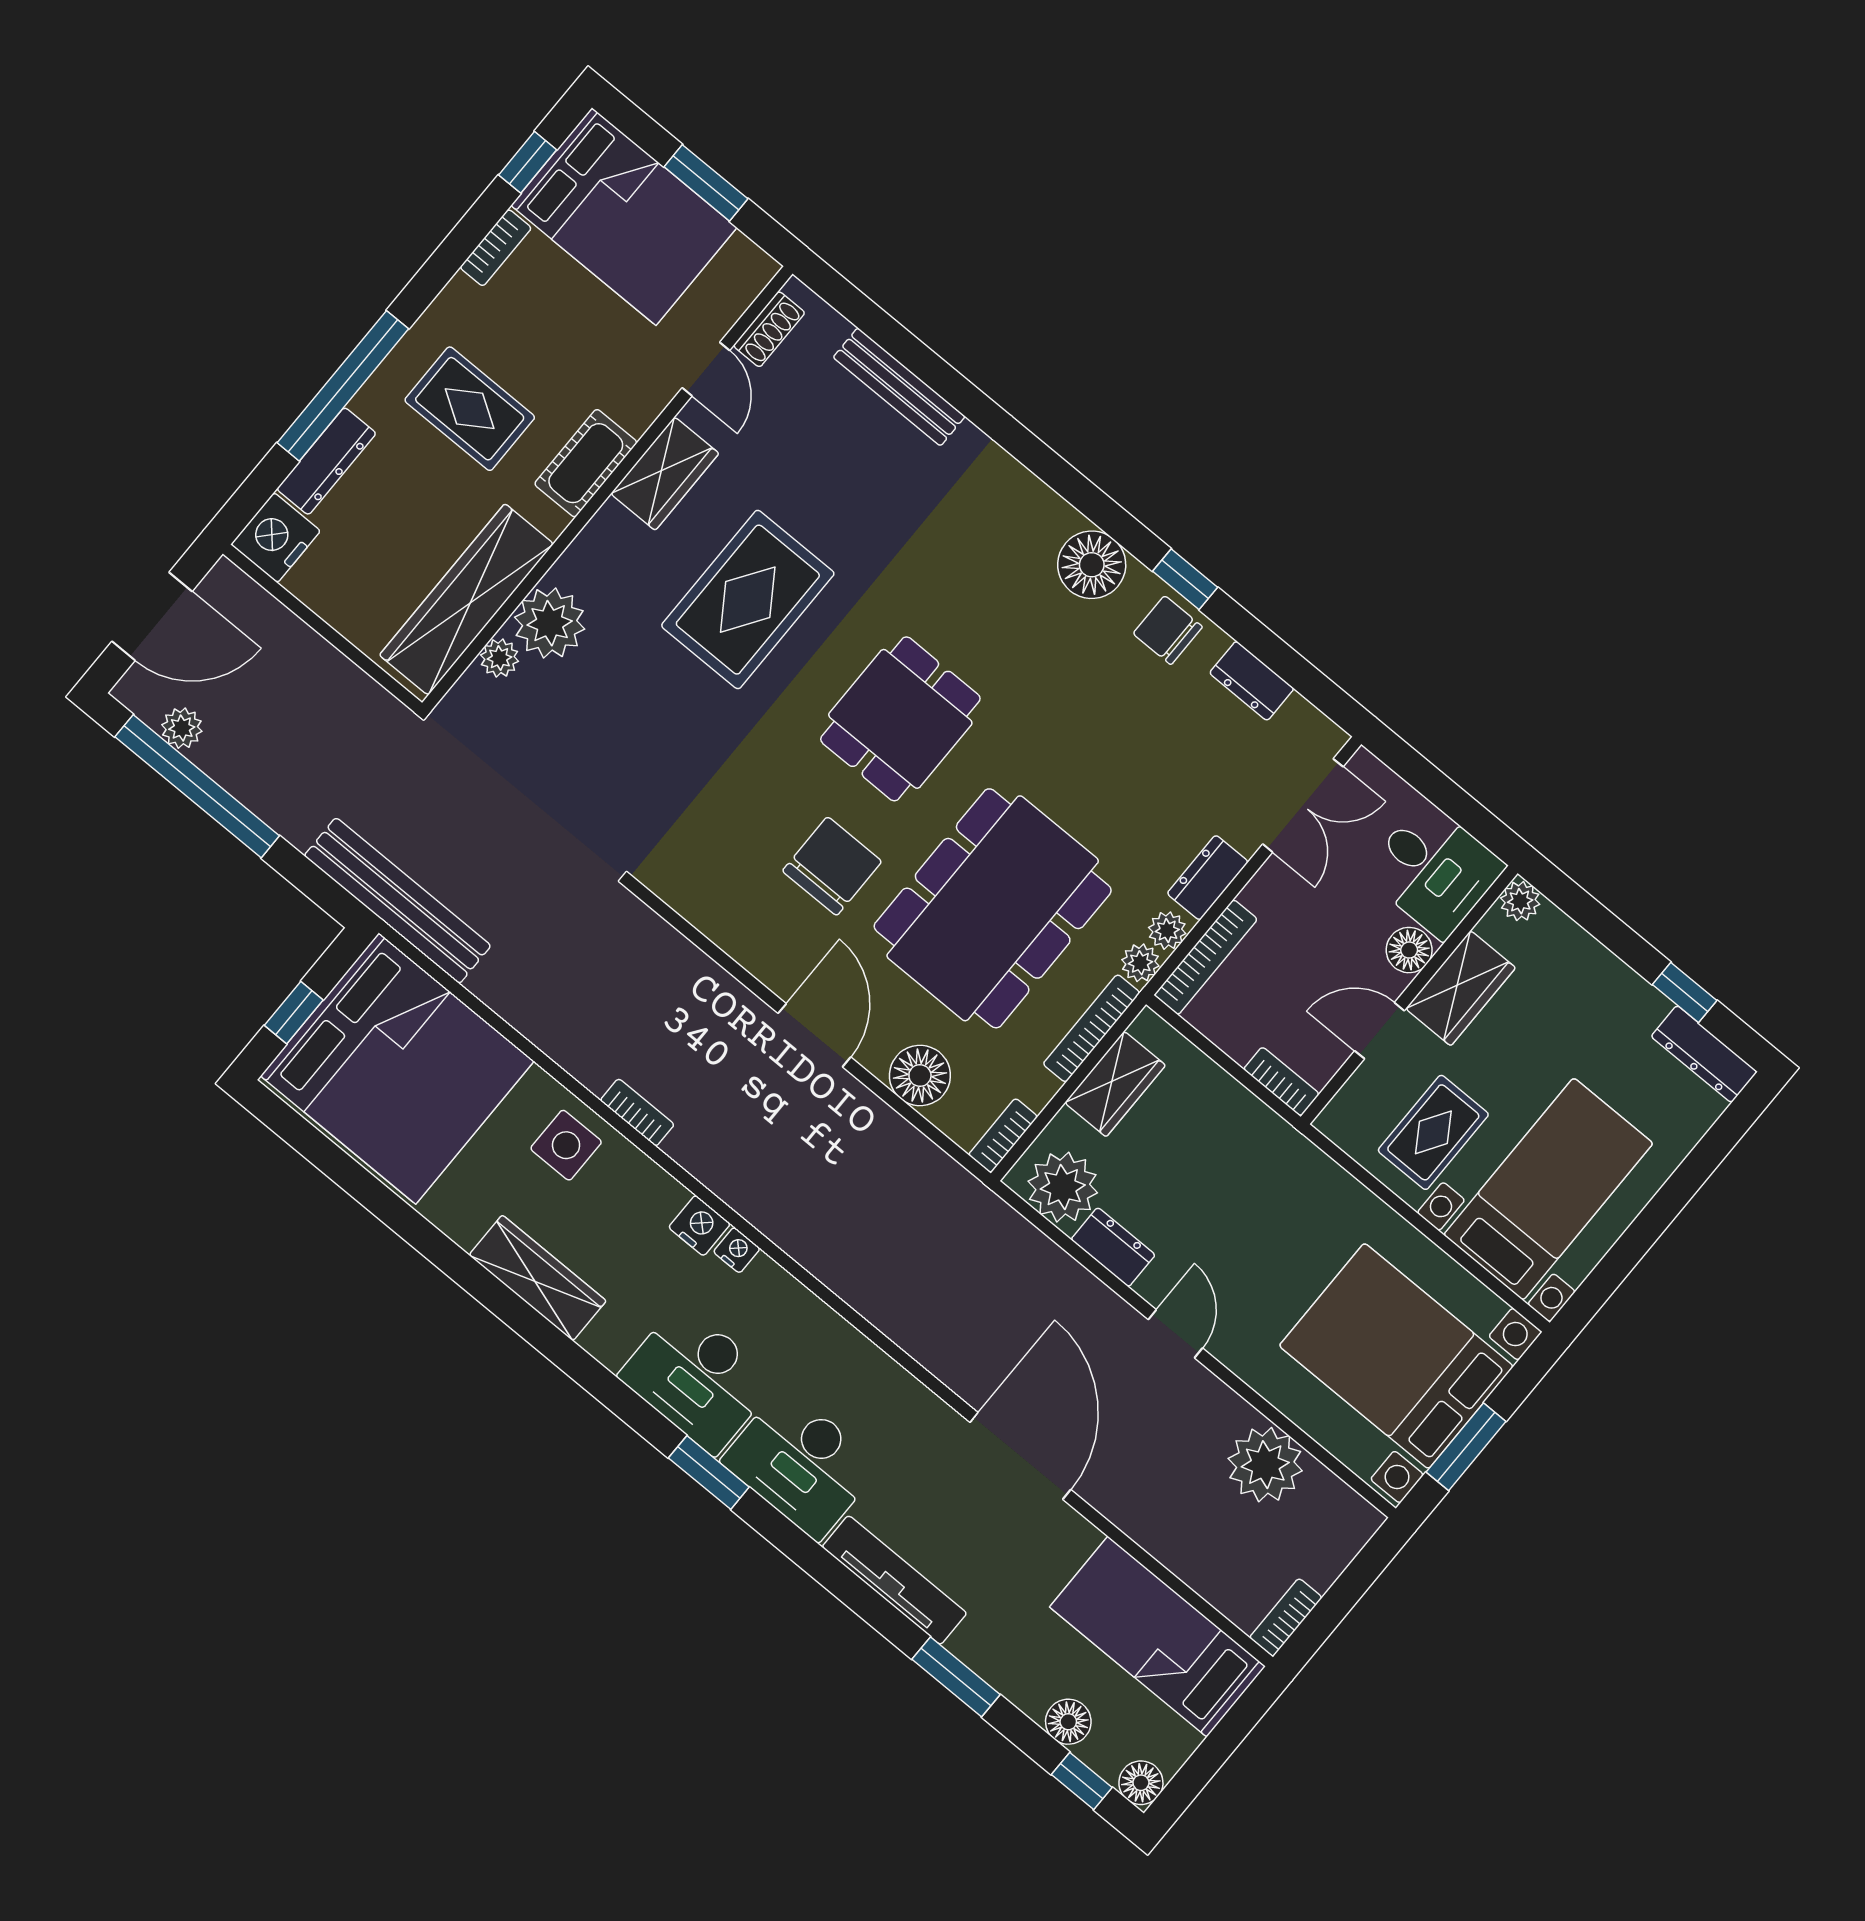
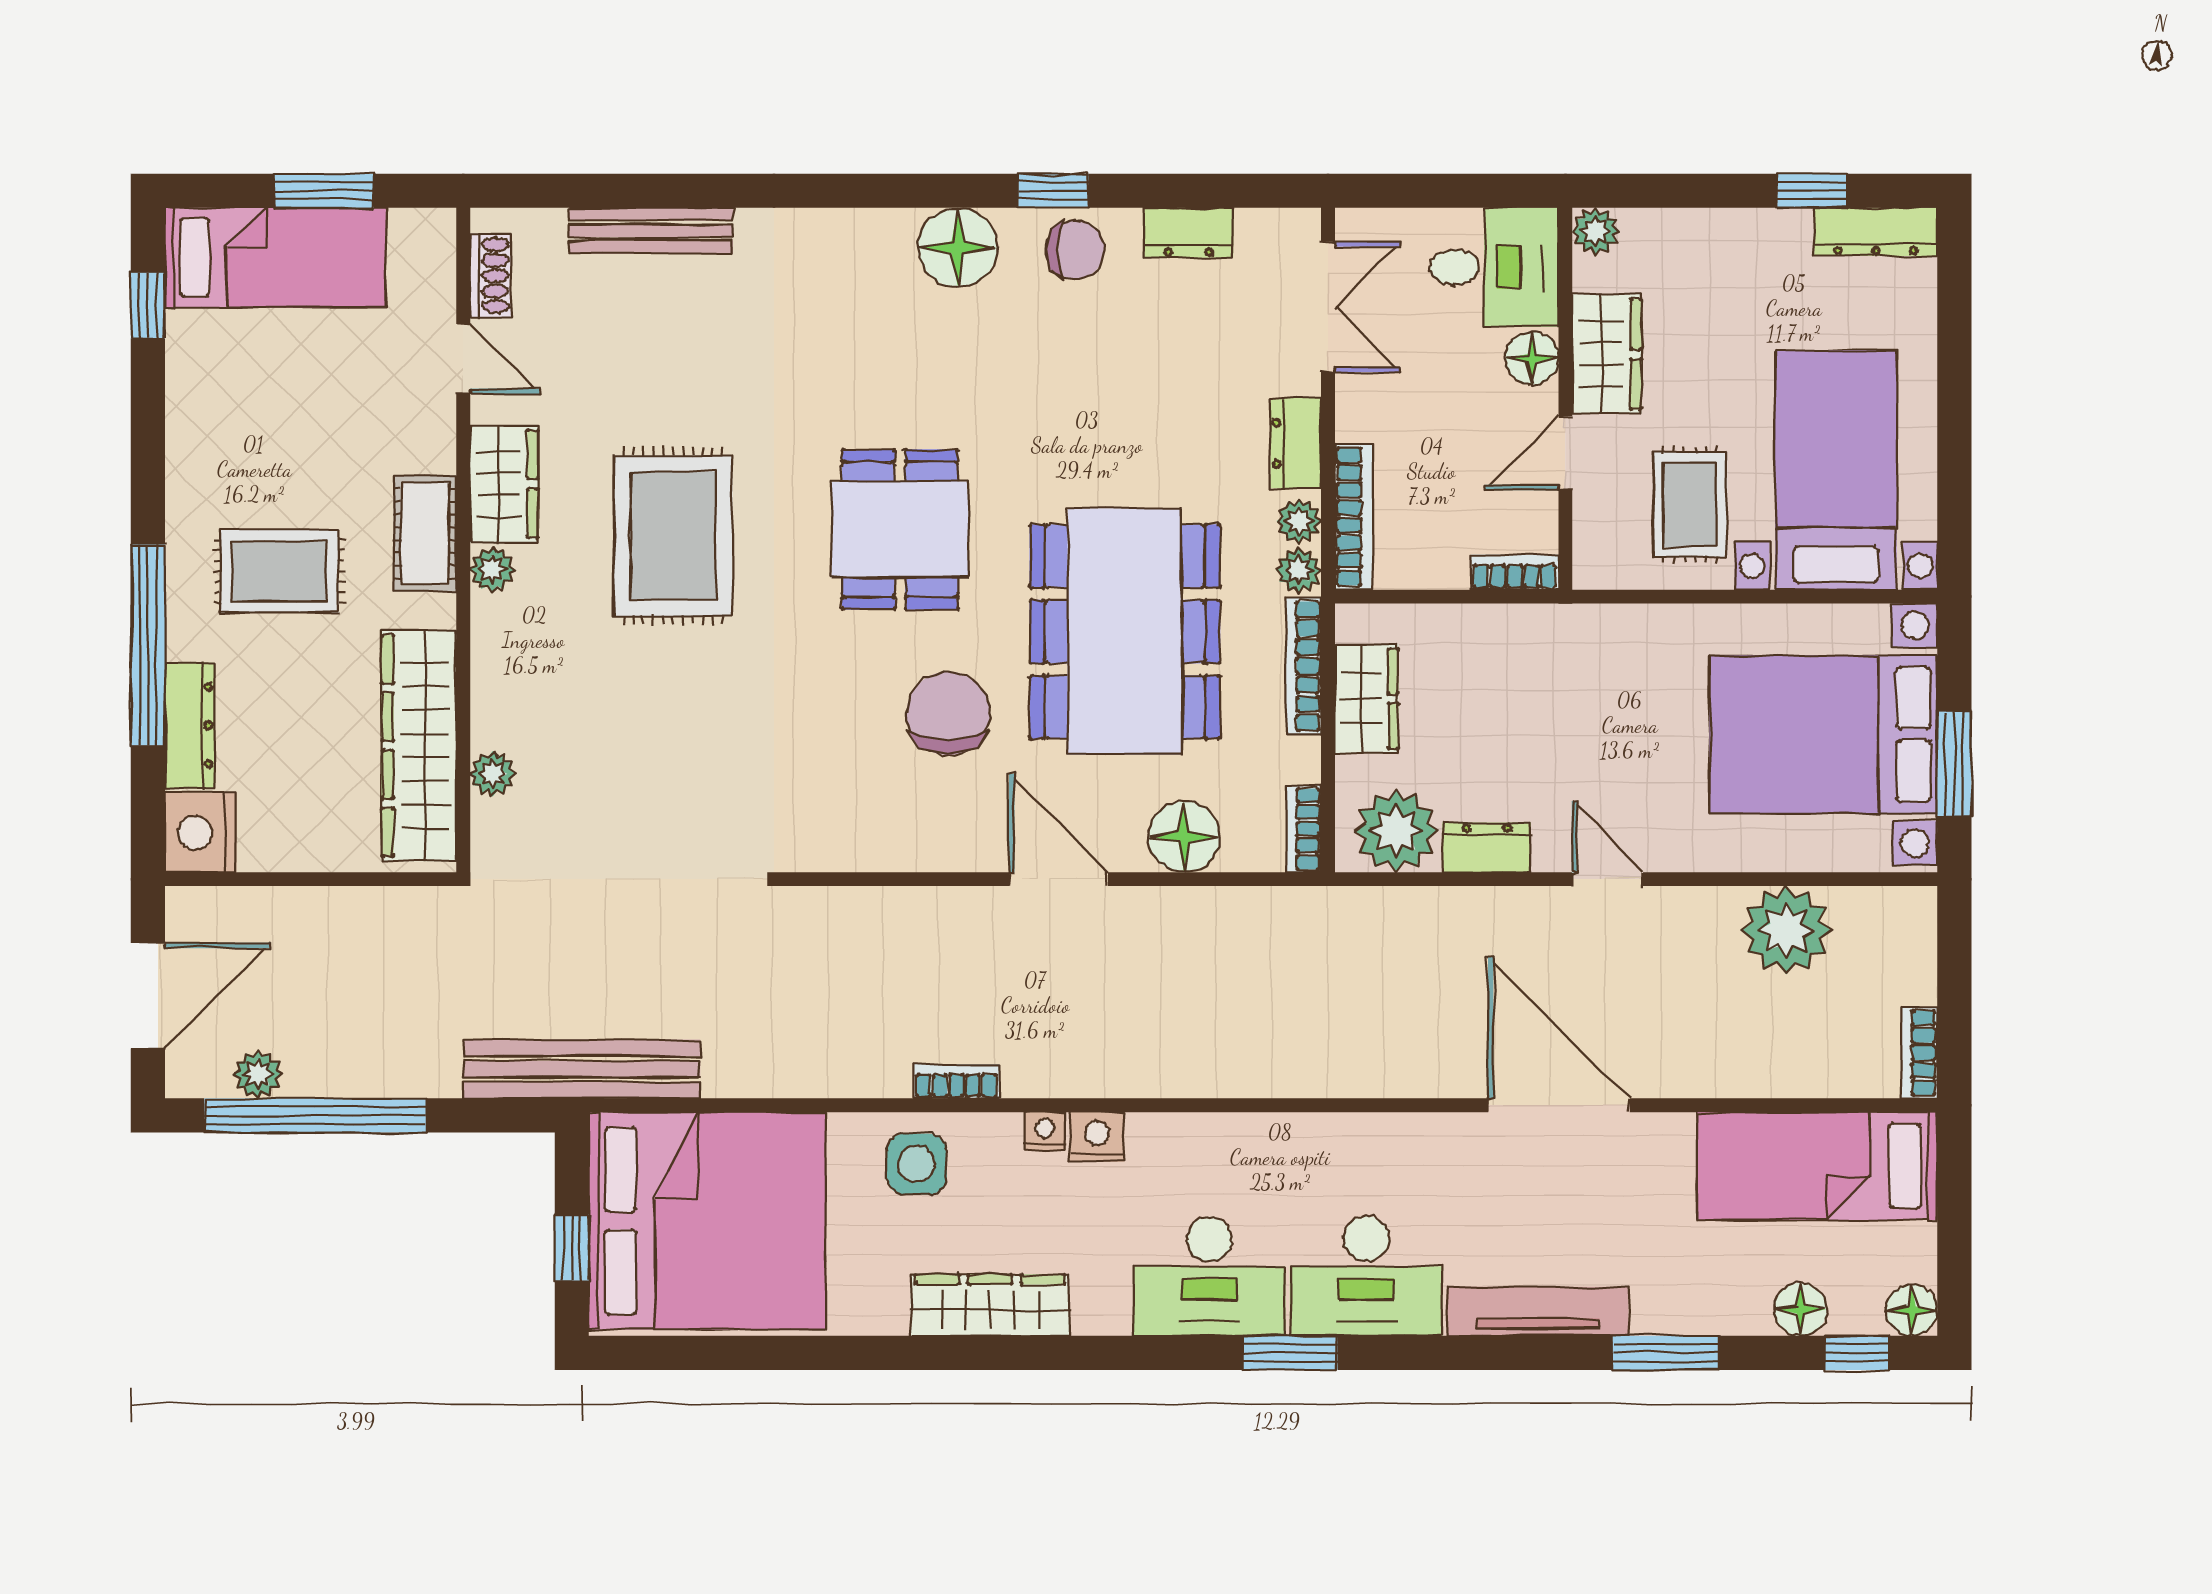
bed: (624, 216) -> (275, 257), width x0.67
bookcase: (496, 248) -> (183, 406), removed
plant: (550, 623) -> (492, 569), moved, width x0.53, depth x0.53
chair: (1168, 630) -> (1075, 250), turned 180
nightstand: (737, 1250) -> (1045, 1131), moved

